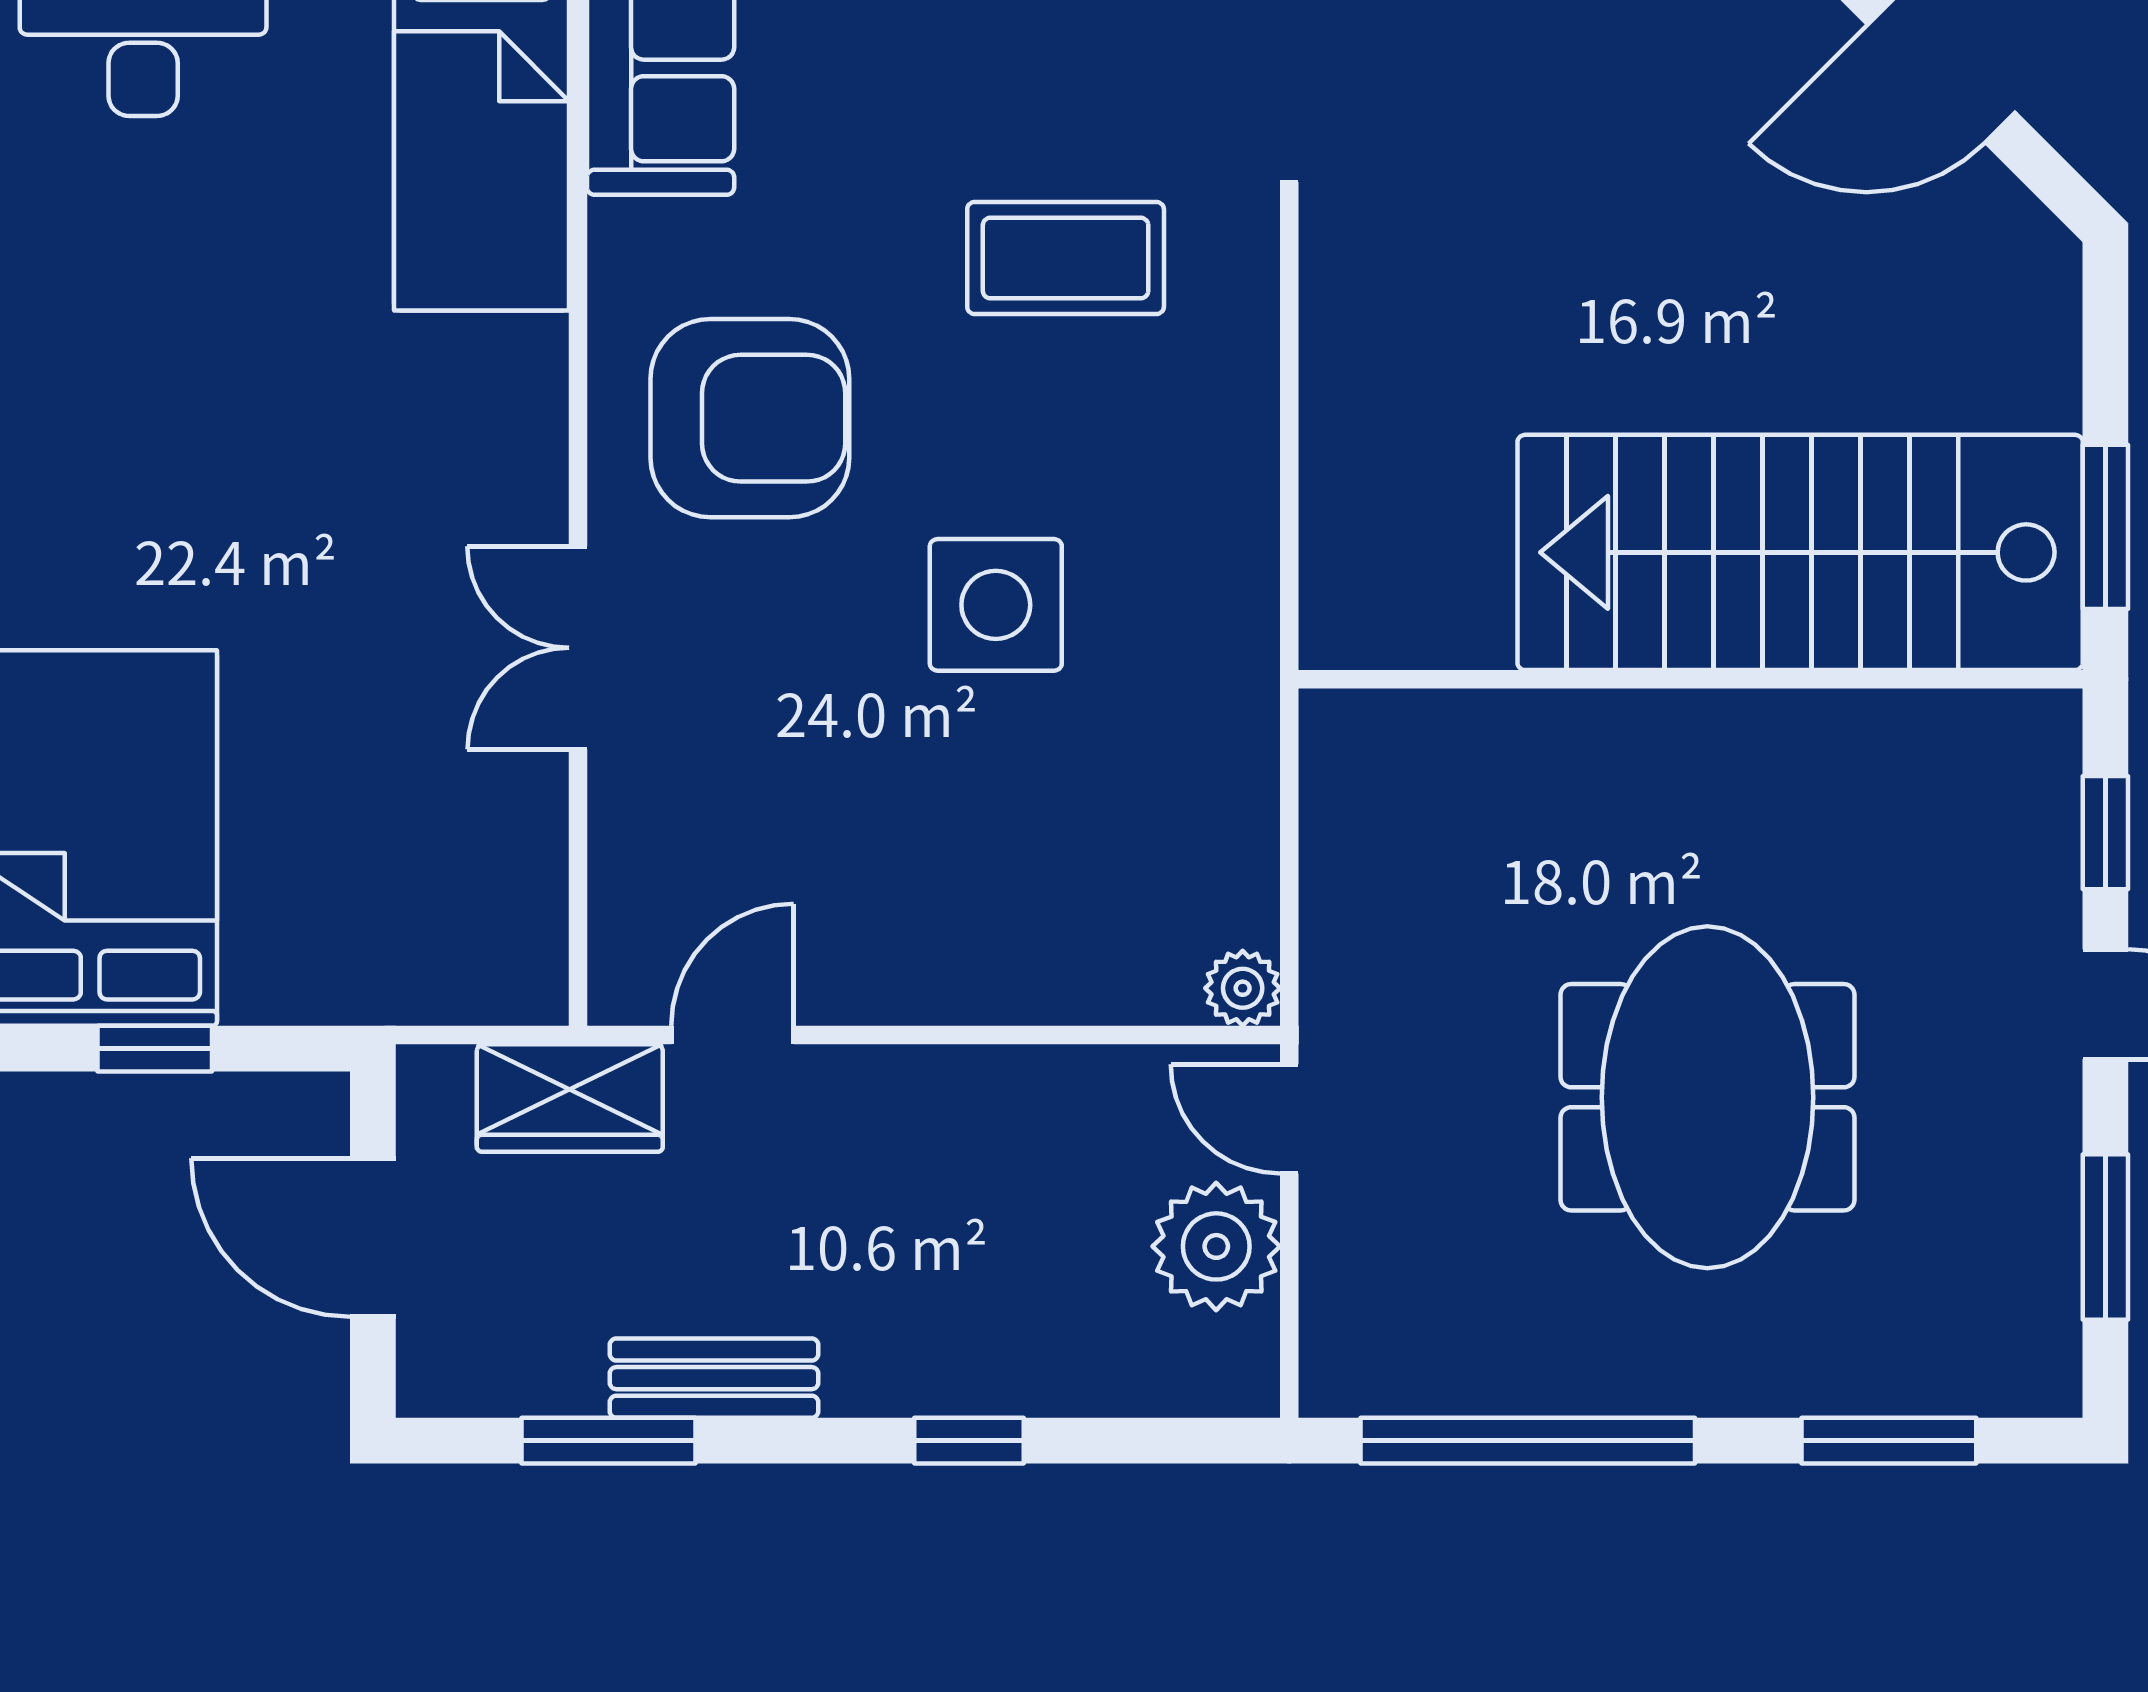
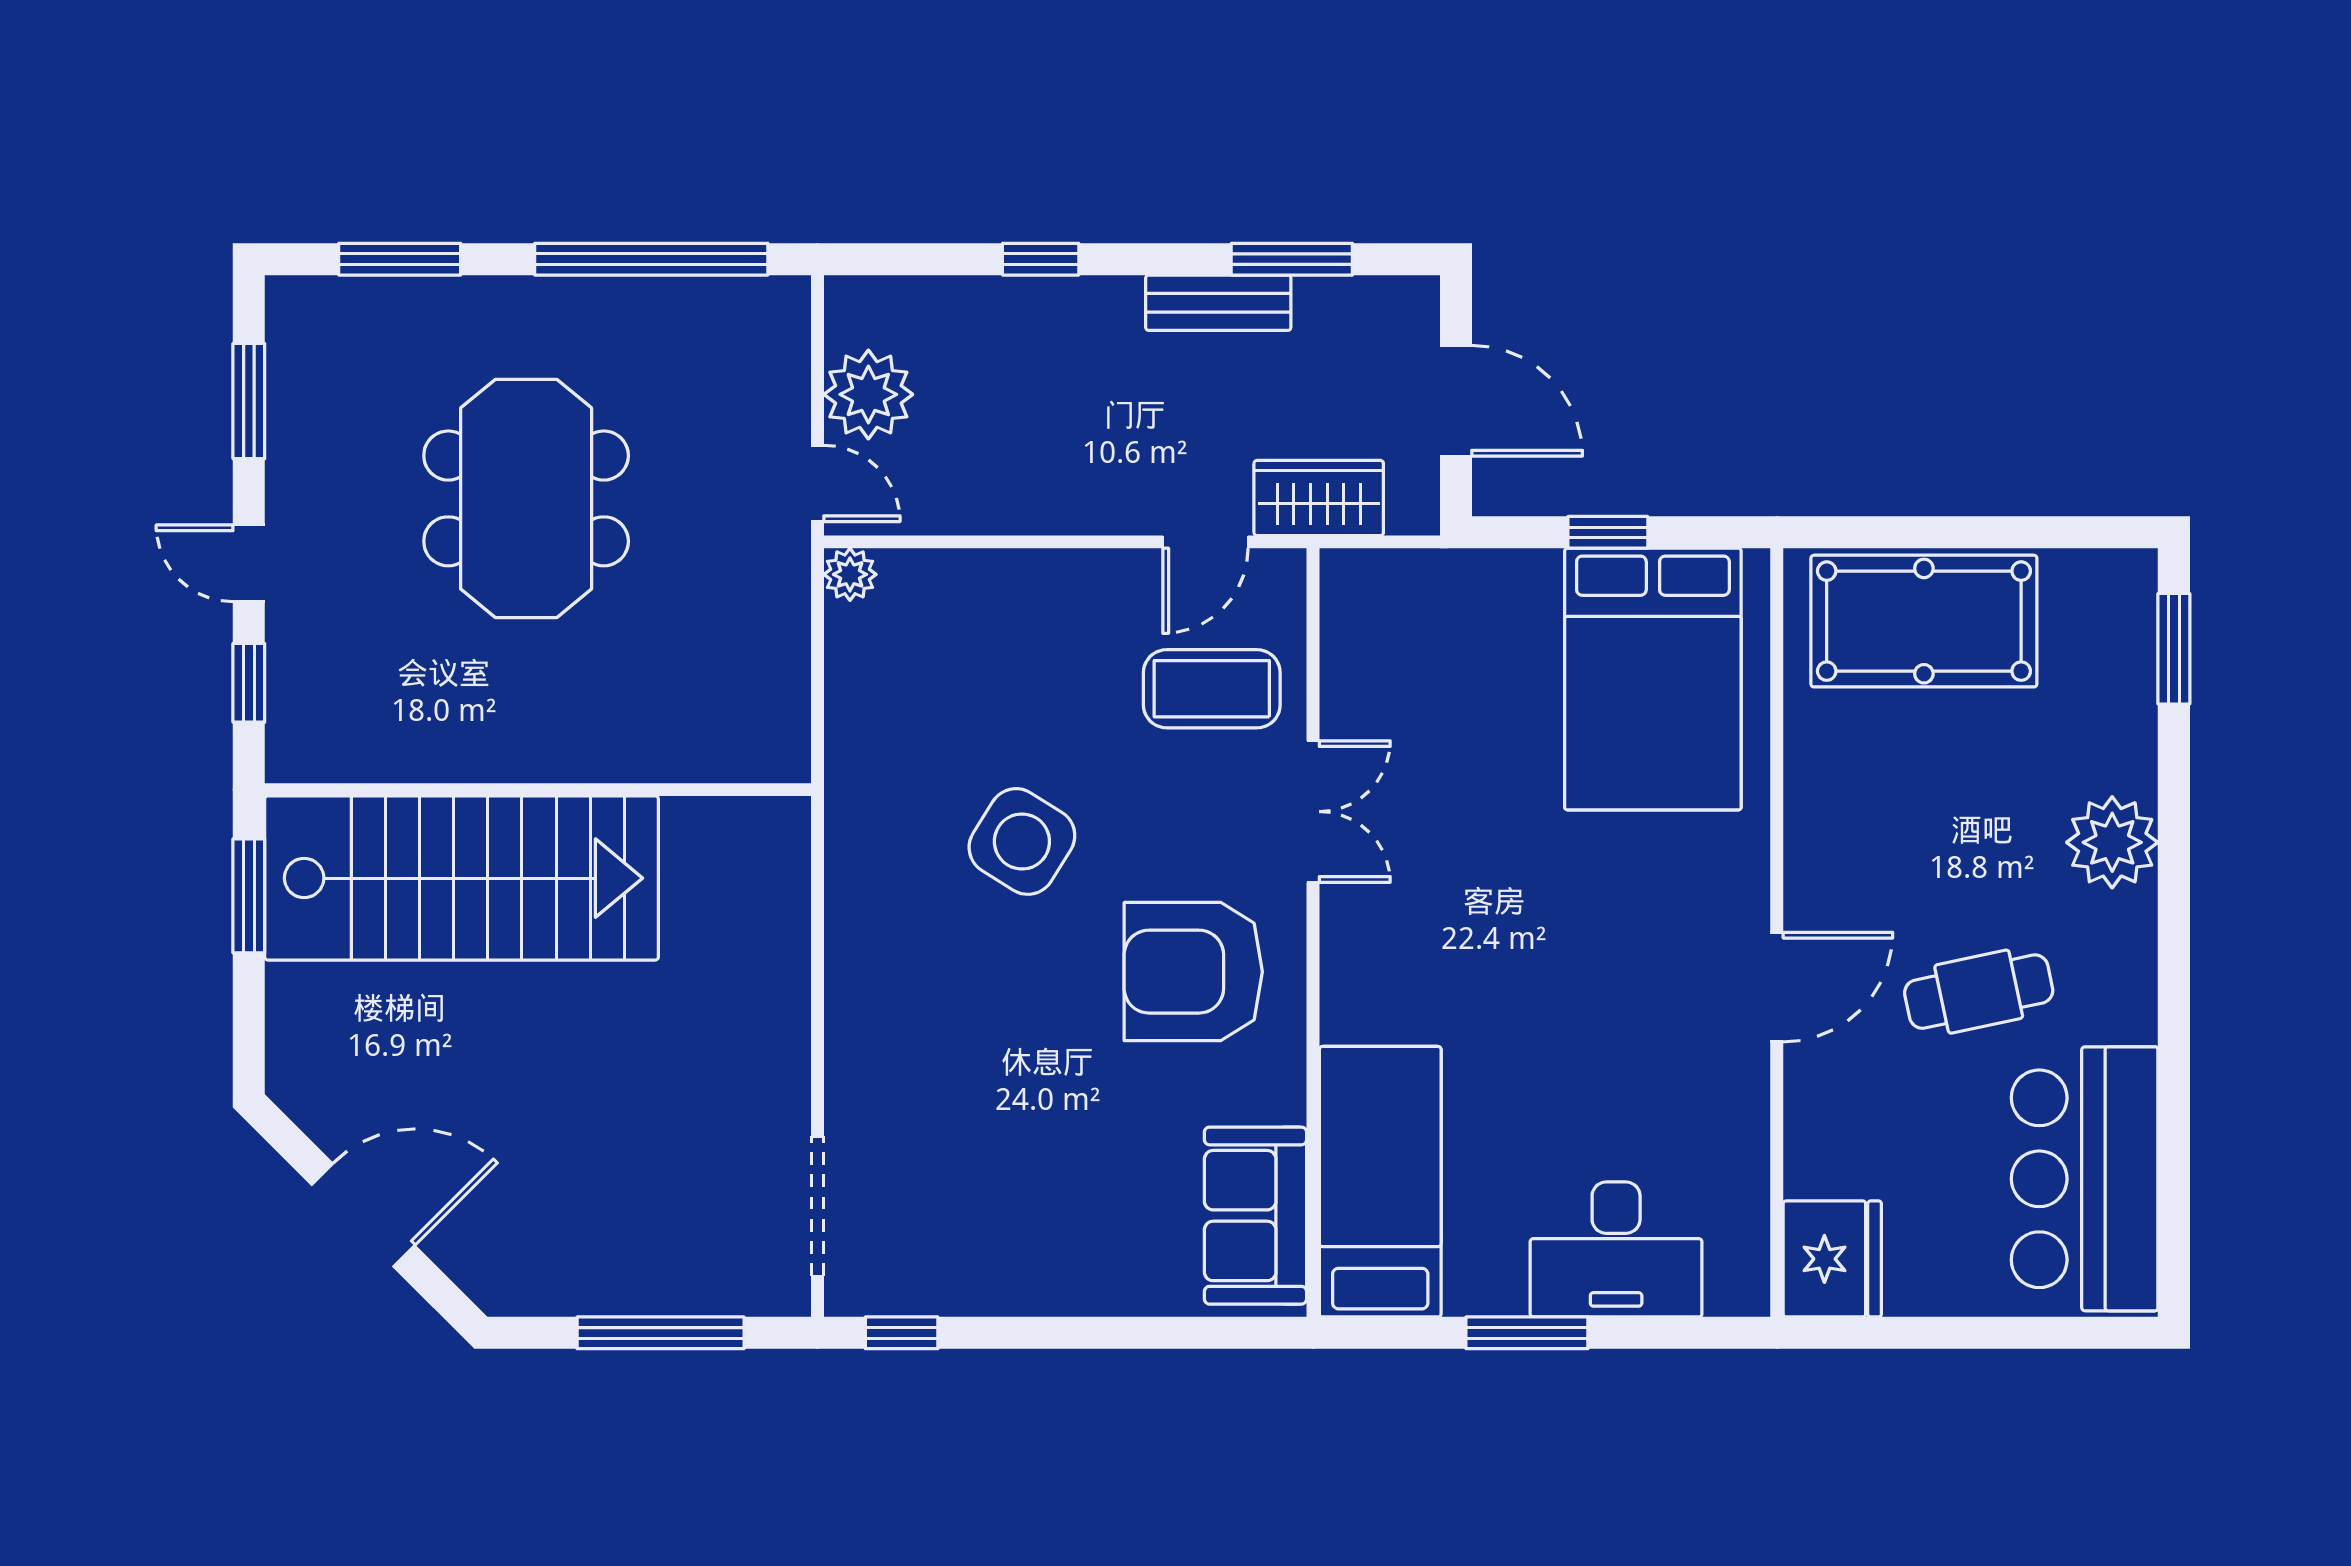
coffee table: (1066, 258) -> (1212, 689), moved
side table: (996, 605) -> (1022, 841), turned 32

